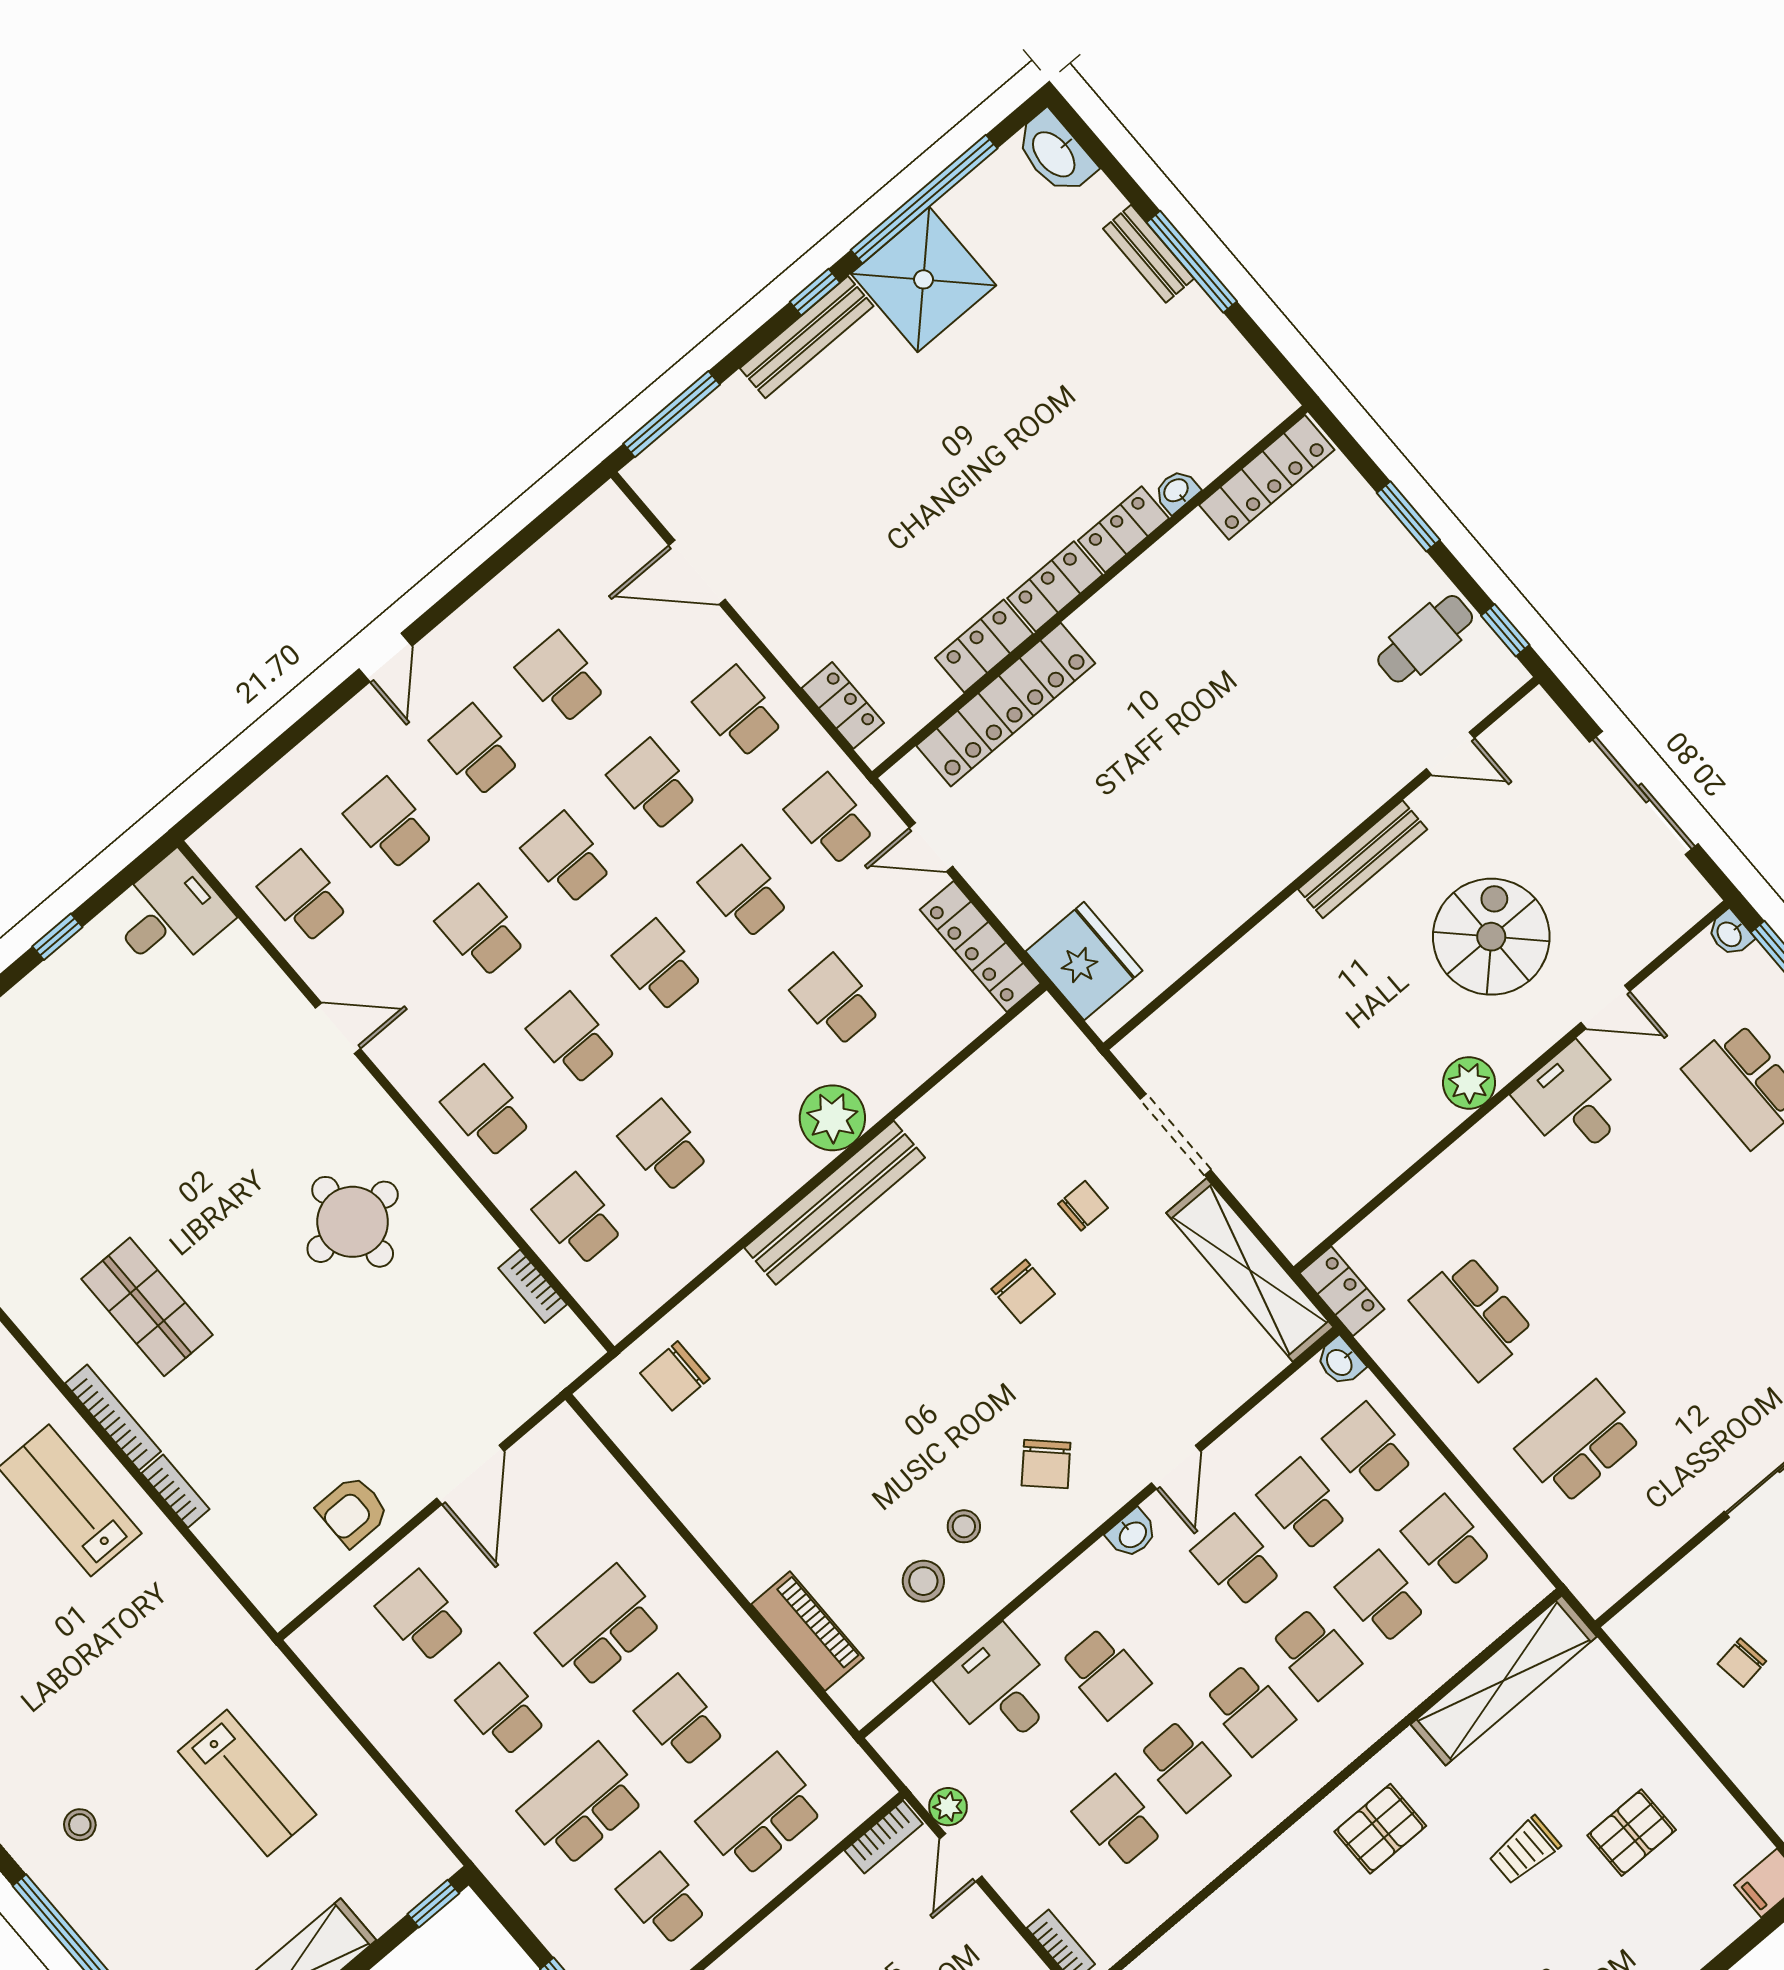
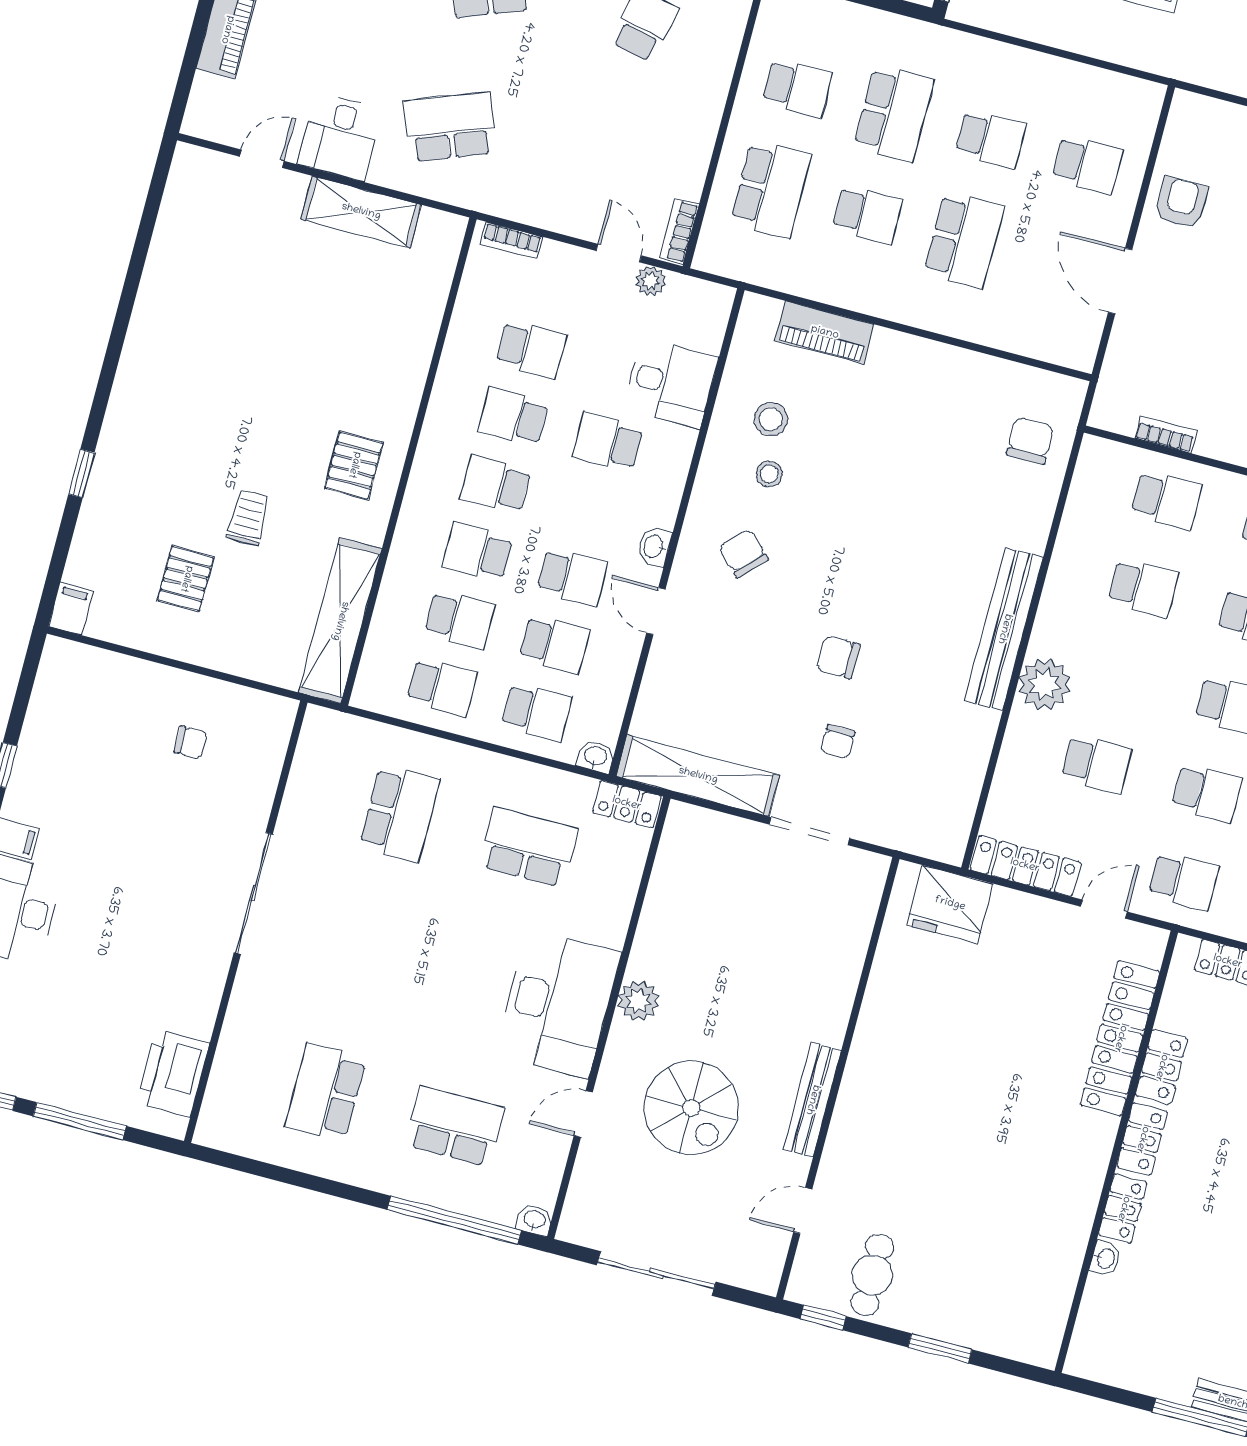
locker: (1267, 477) -> (1052, 1309), removed
desk: (1573, 1102) -> (558, 1003), width x1.87, depth x1.30
chair: (1742, 1663) -> (191, 742), turned 98

